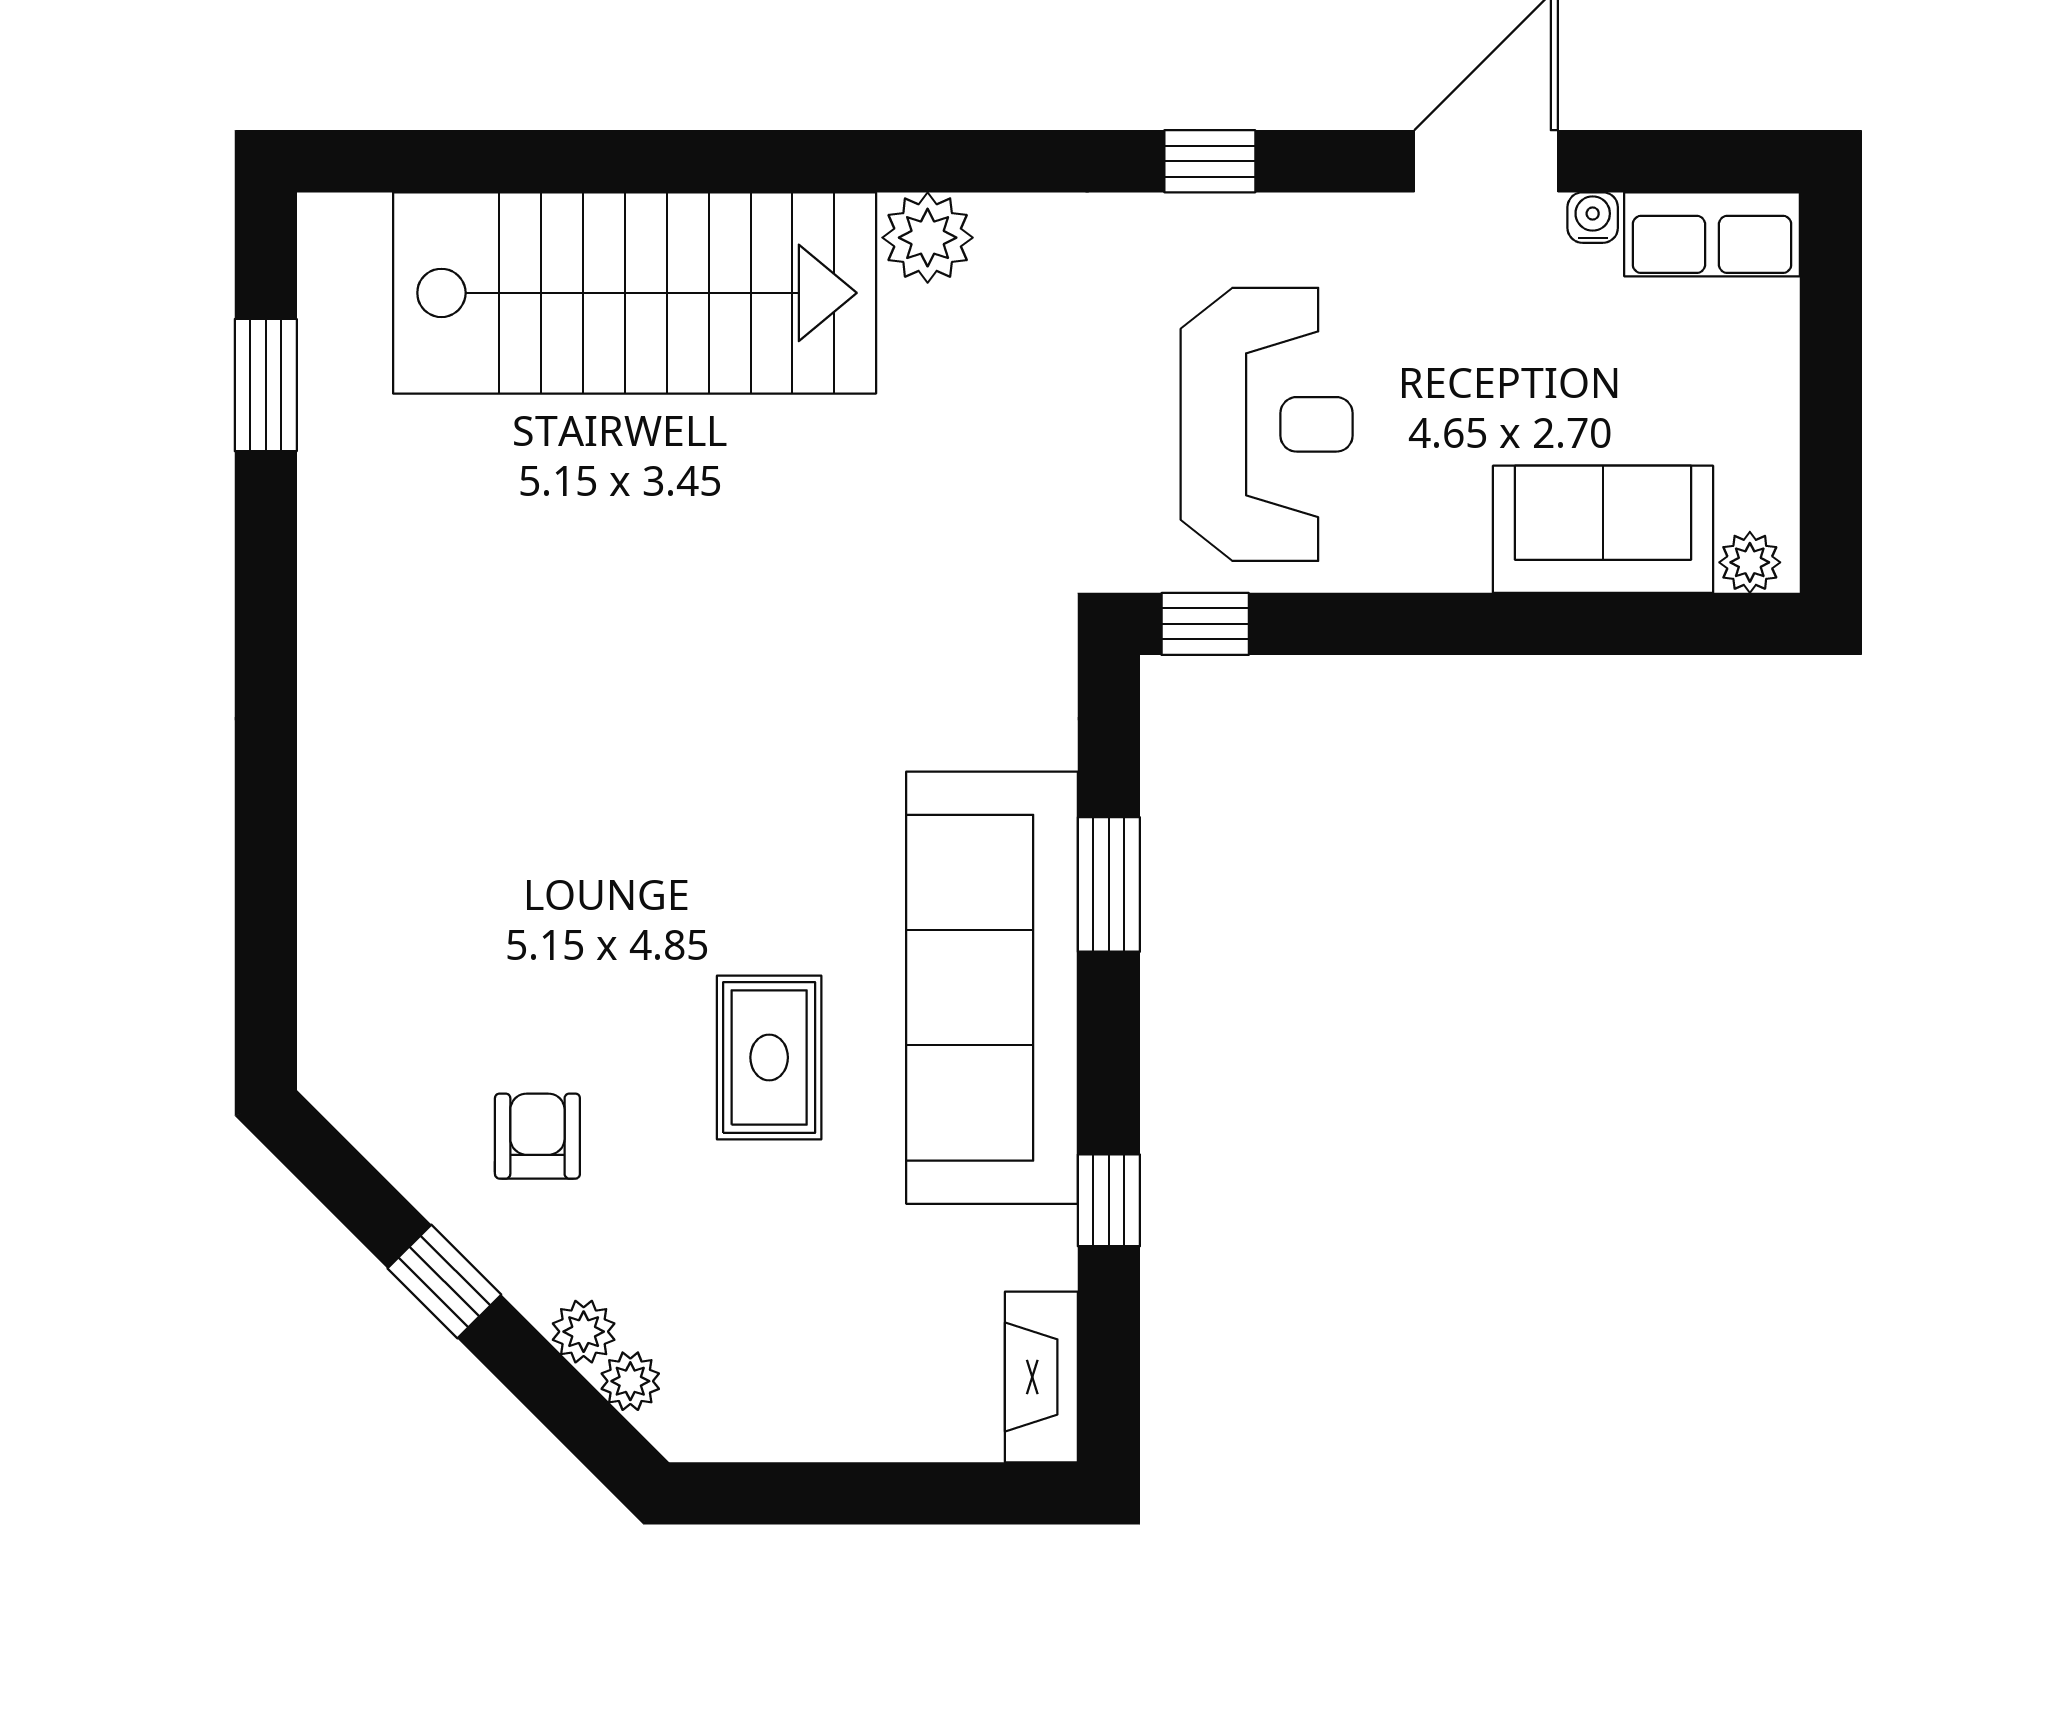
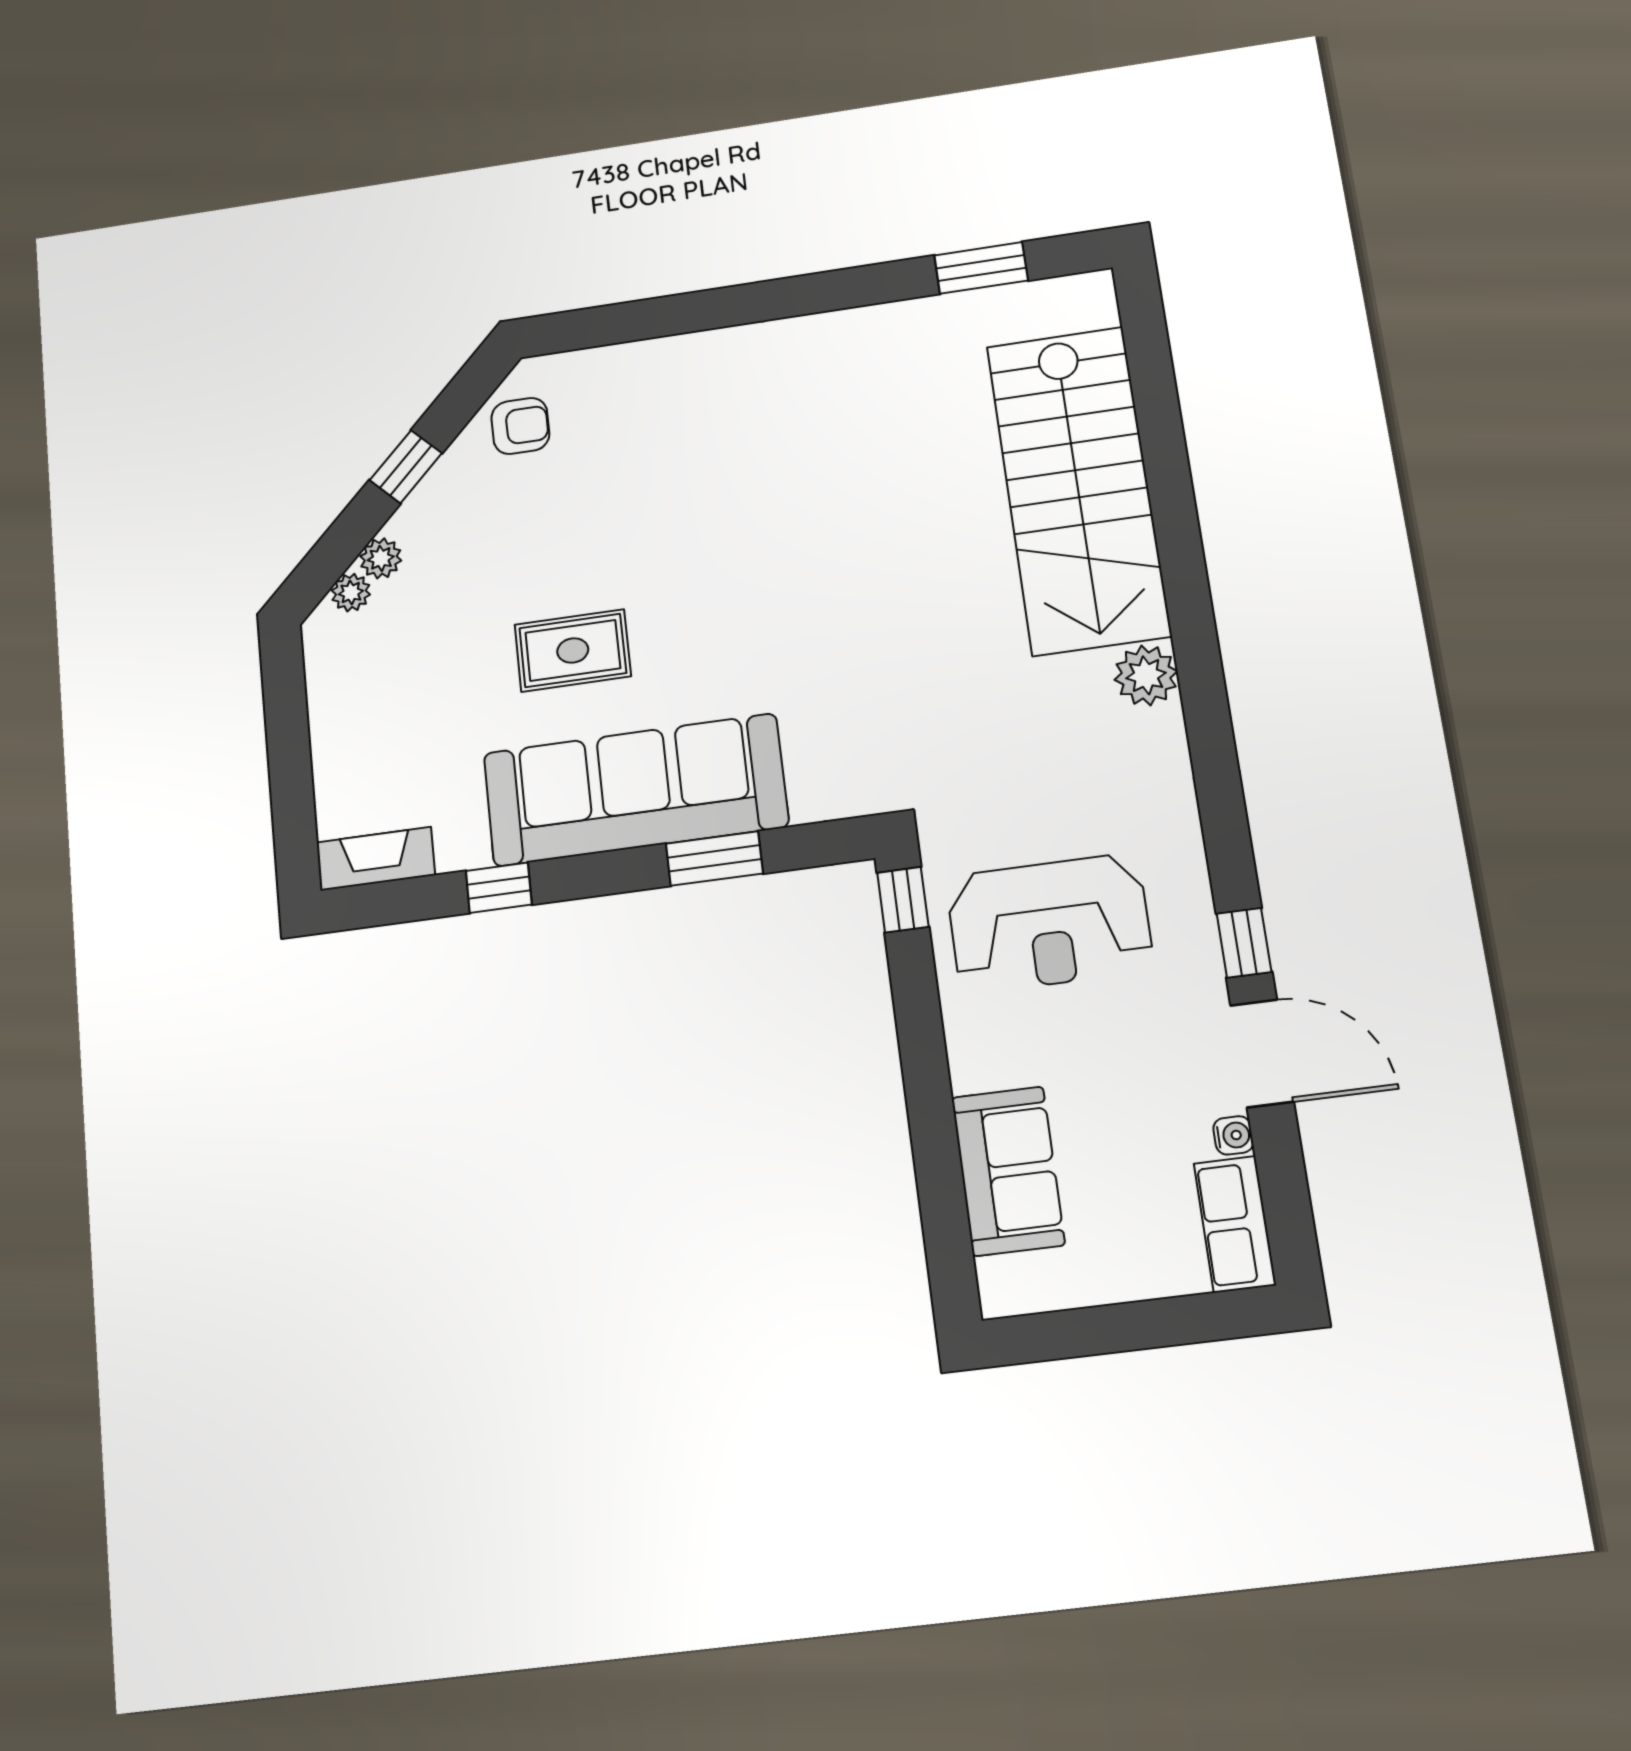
window: (1210, 161) -> (1244, 943), moved
plant: (1750, 562) -> (999, 1281), removed
armchair: (537, 1136) -> (520, 426), moved

